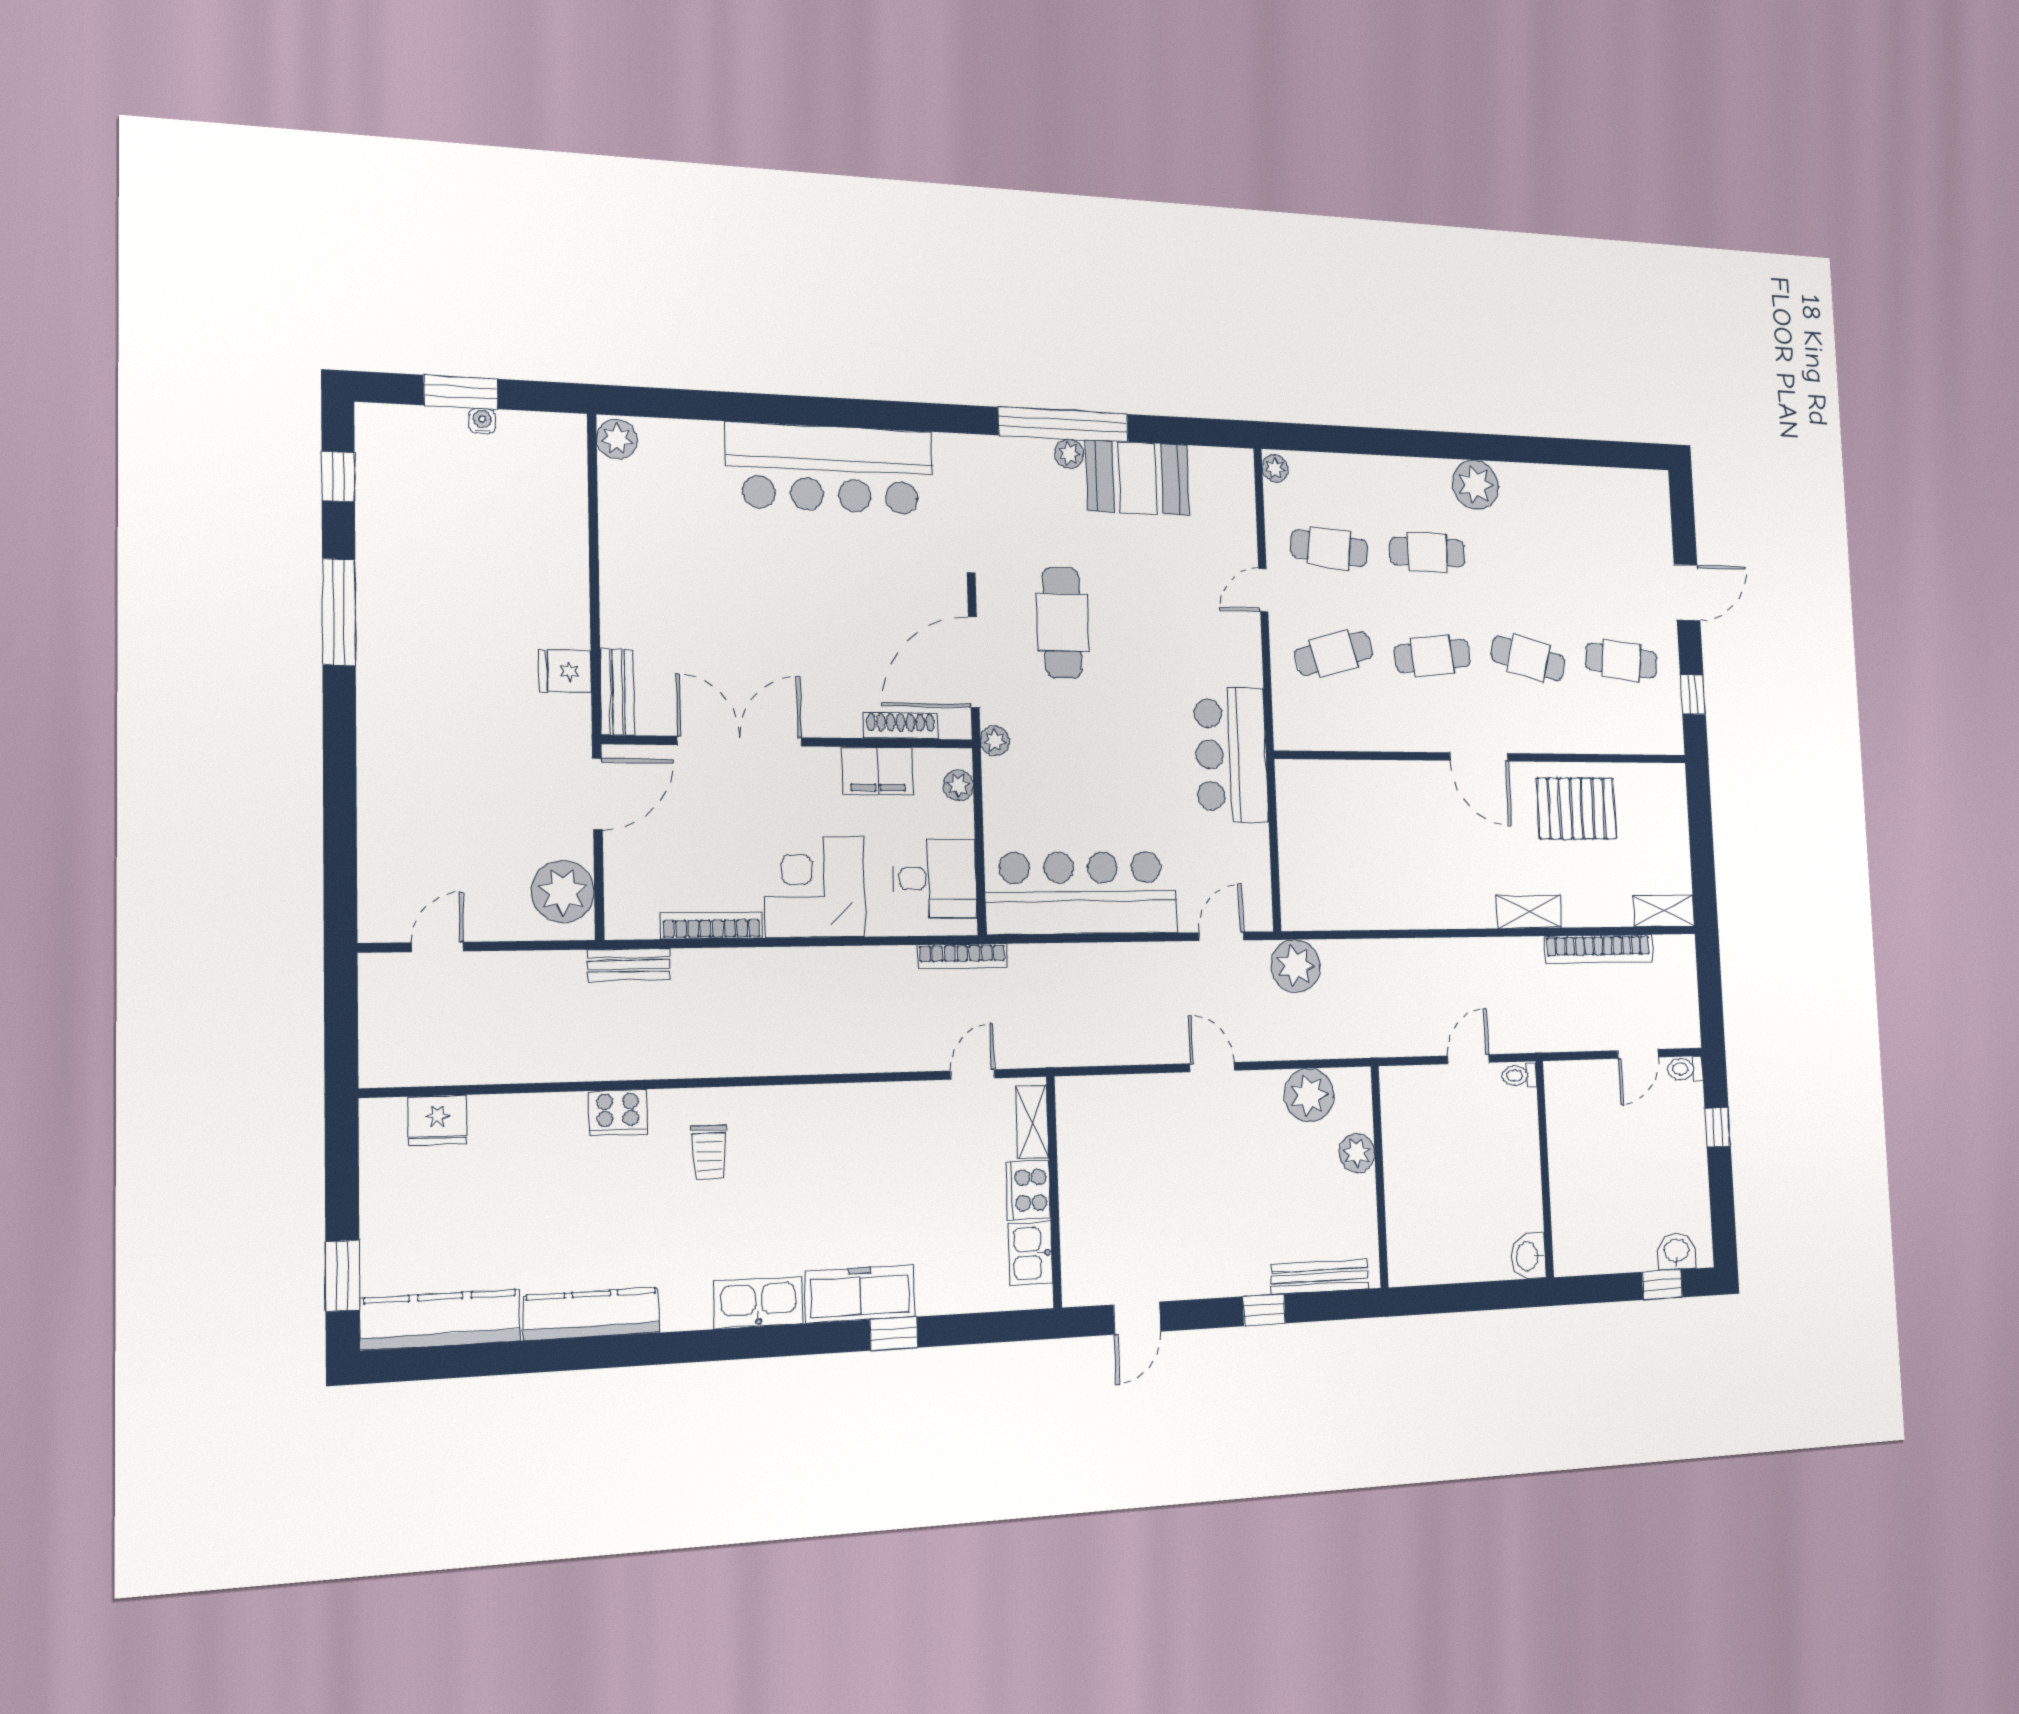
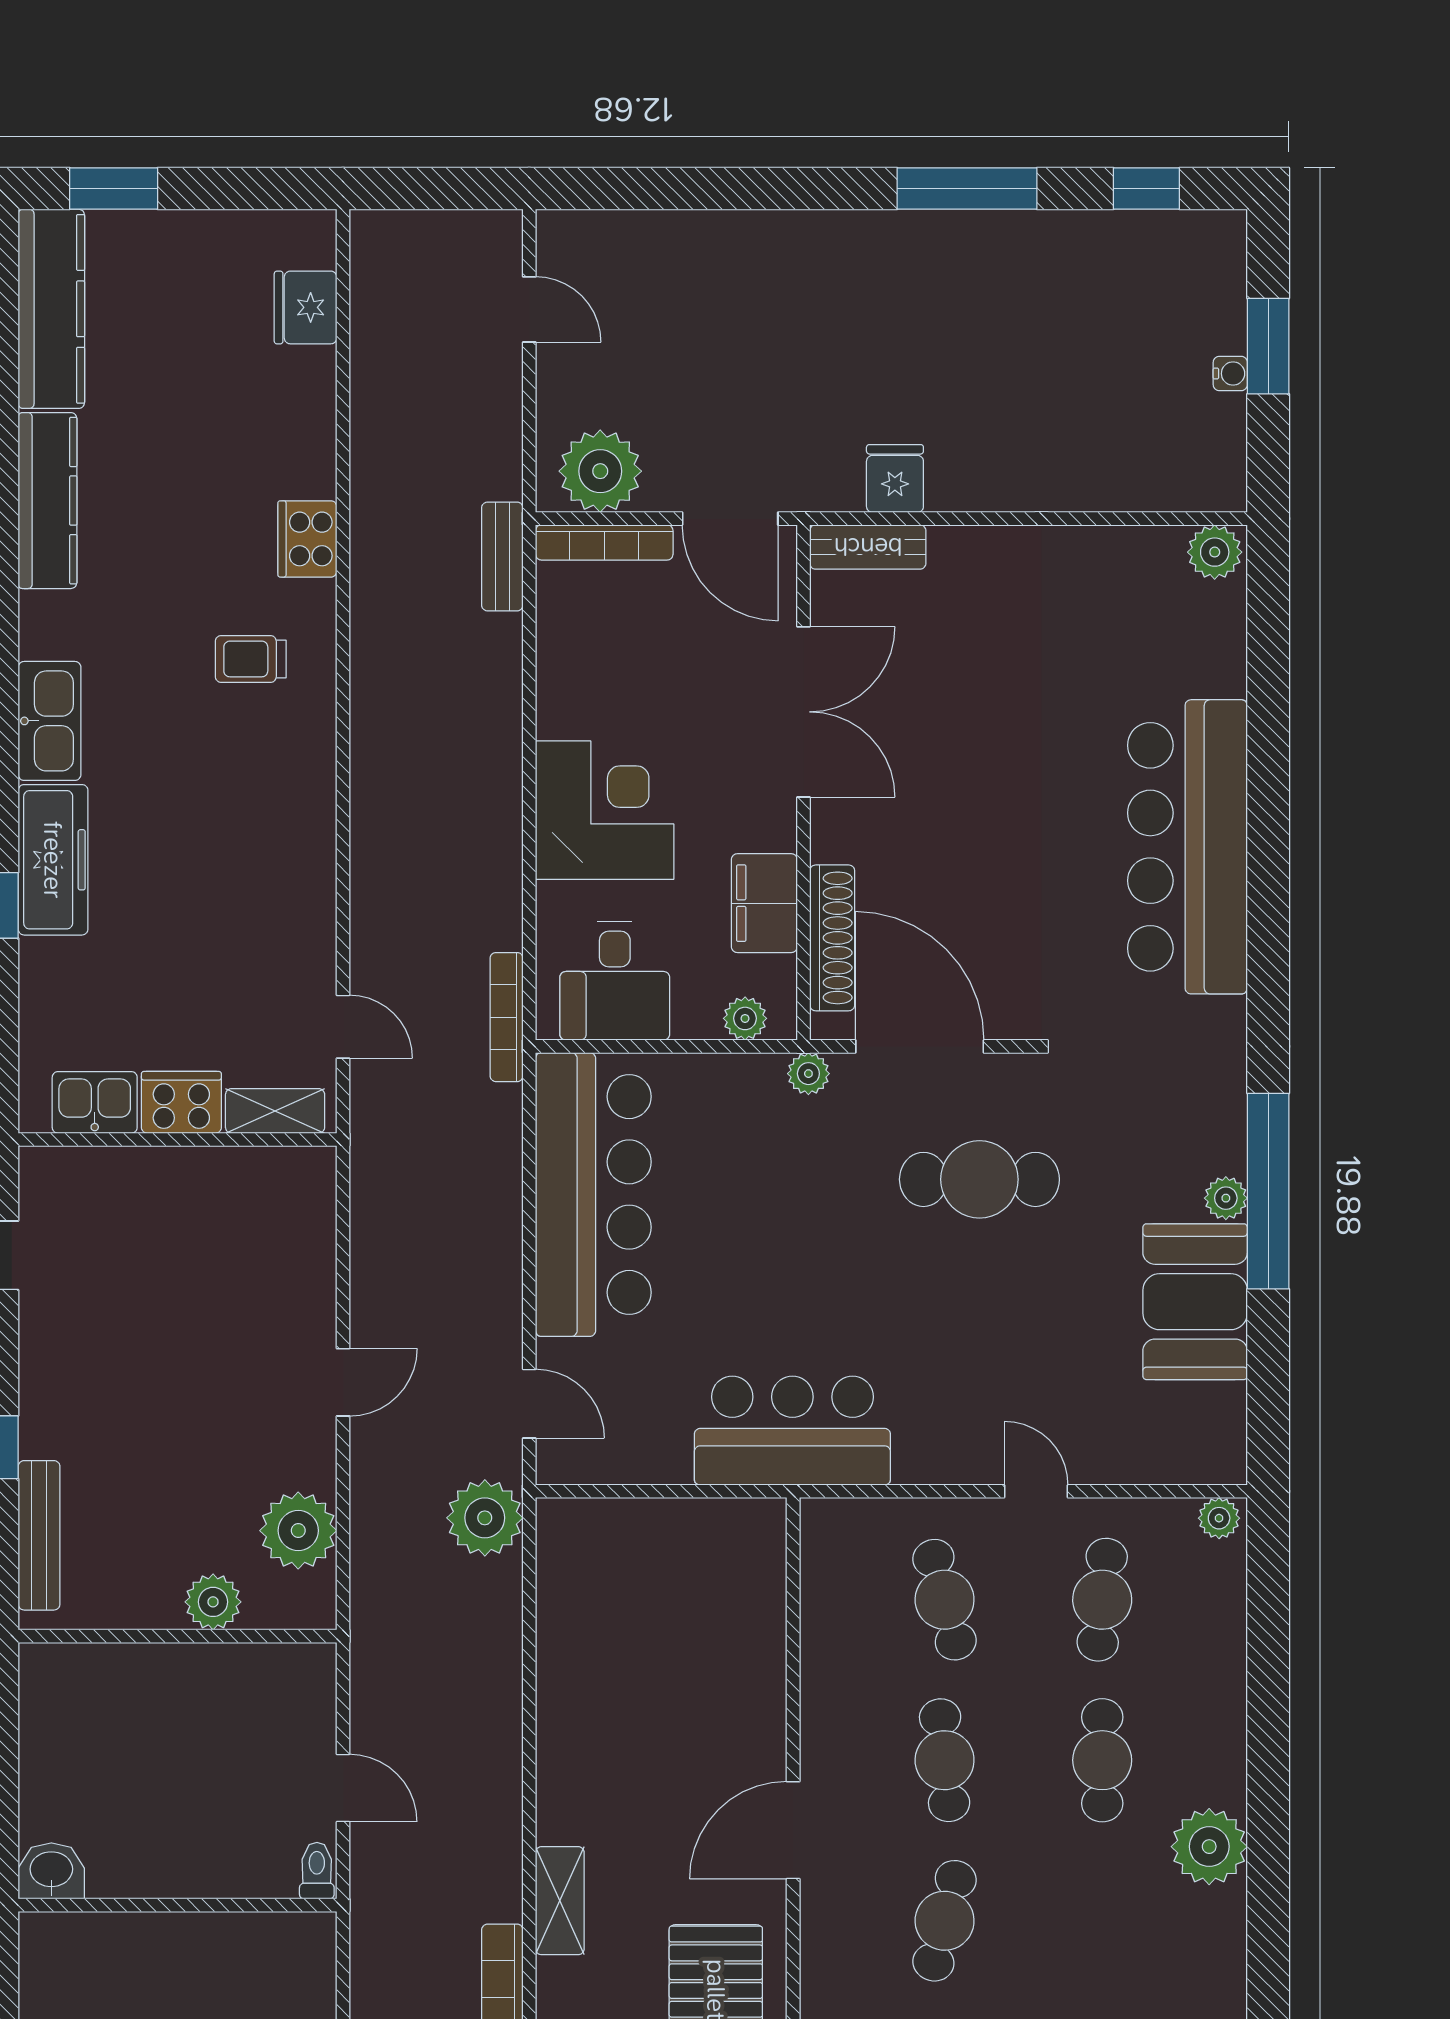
shoe rack: (901, 726) -> (832, 938), width x1.36, depth x1.24
bookcase: (711, 925) -> (604, 542), moved, turned 90

